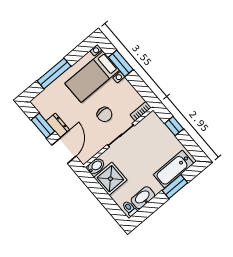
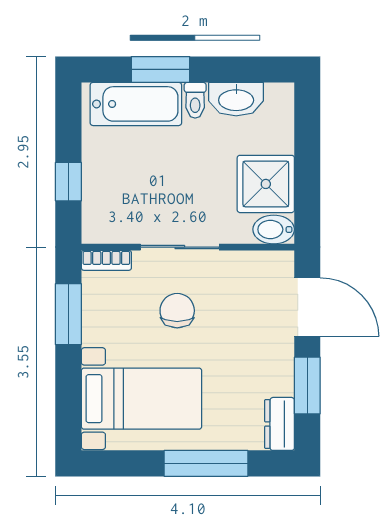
window: (121, 63) -> (68, 314), moved
dresser: (58, 125) -> (280, 424), moved
door: (64, 151) -> (307, 307), swing flipped
toilet: (130, 208) -> (195, 100), moved

